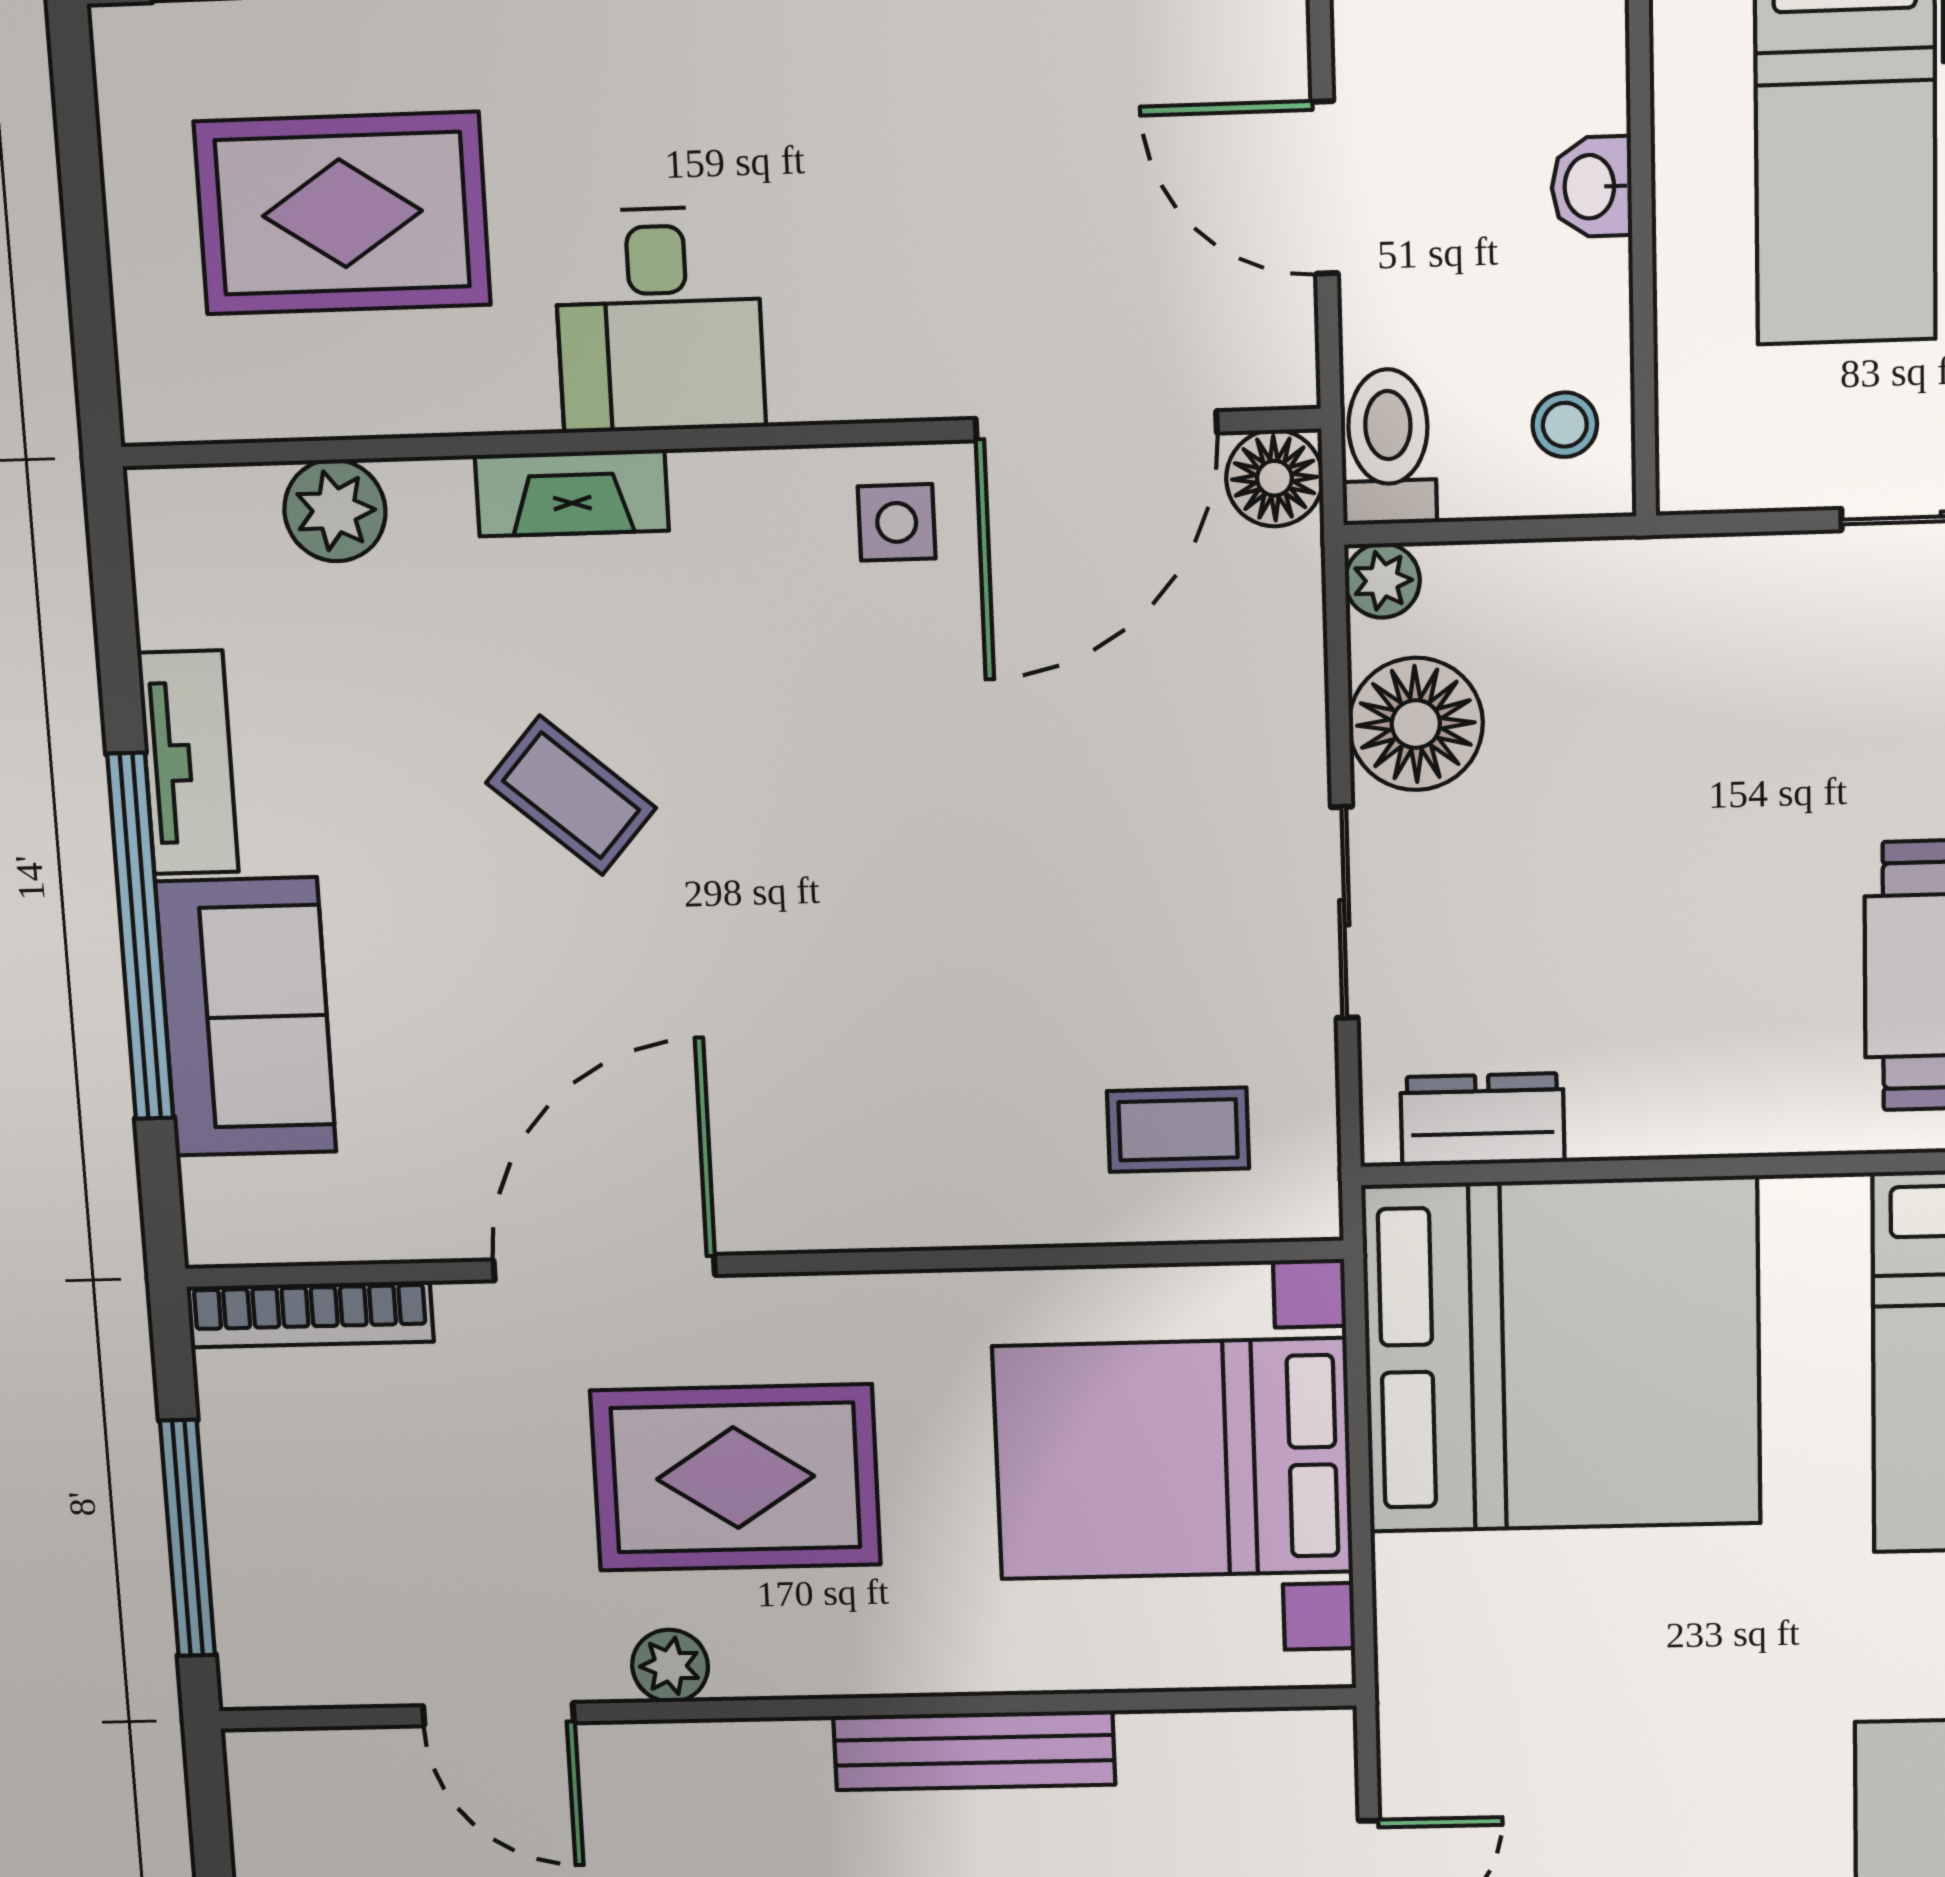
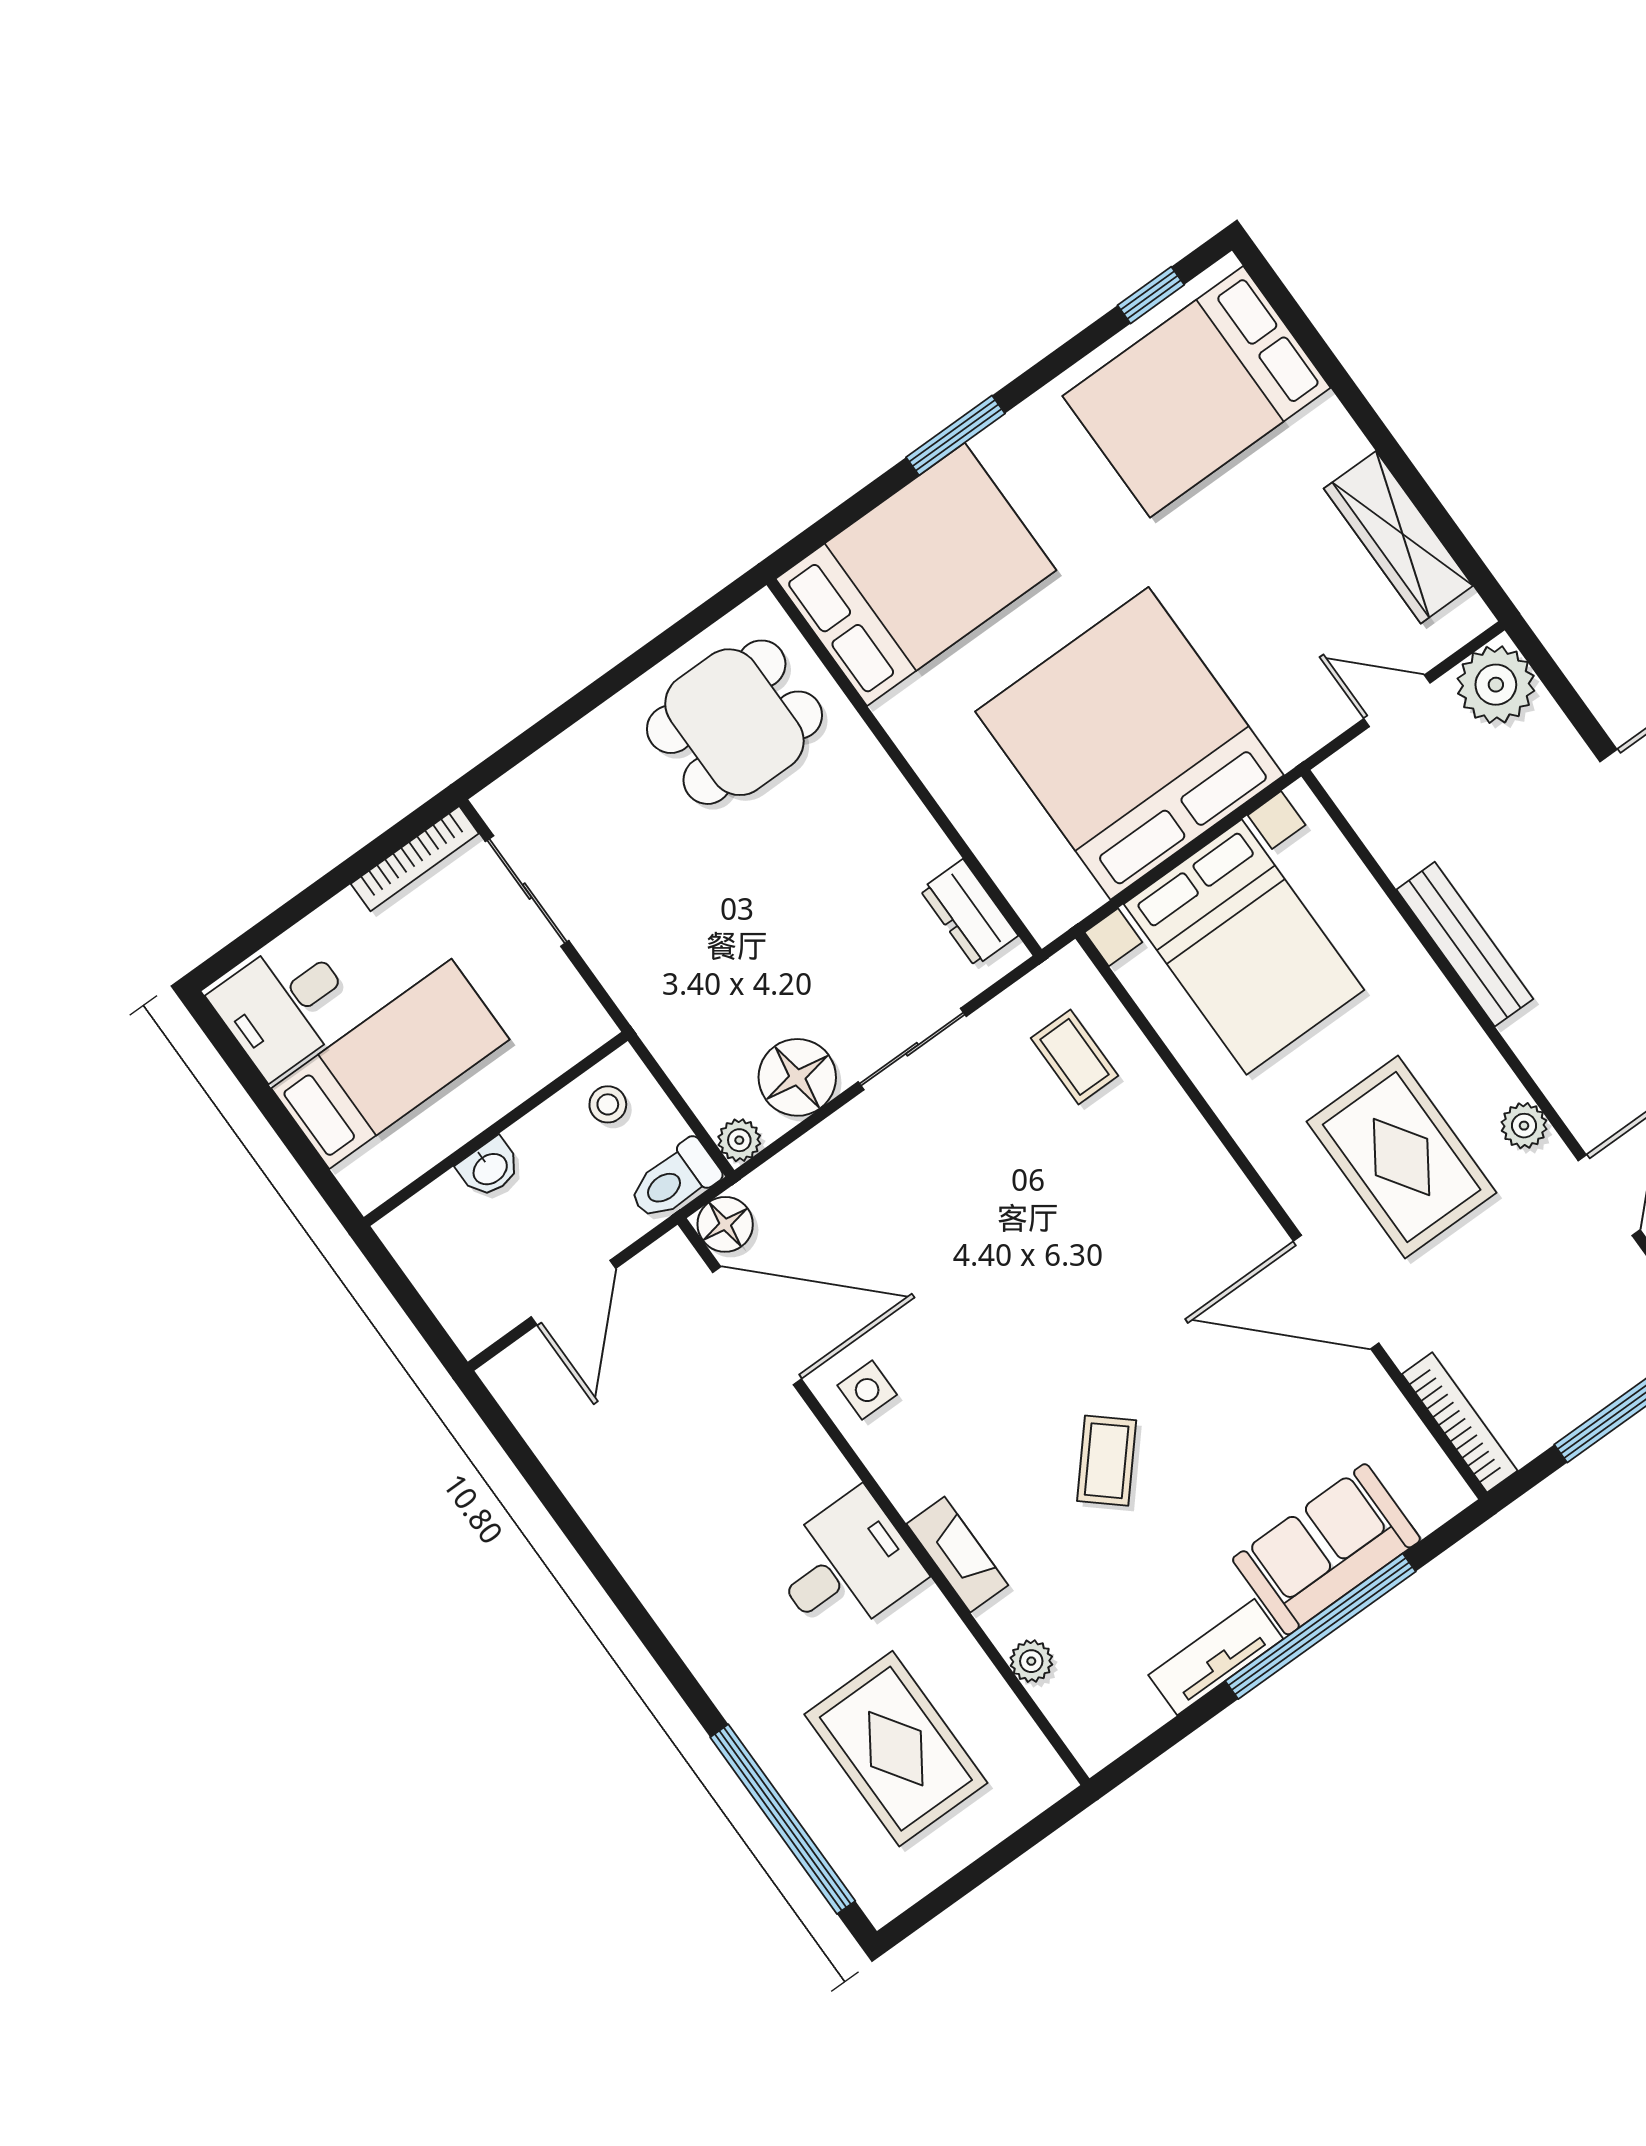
plant: (335, 511) -> (1031, 1661), width x0.73, depth x0.73
bed: (1562, 1355) -> (1129, 743), moved

